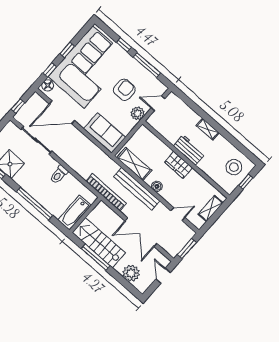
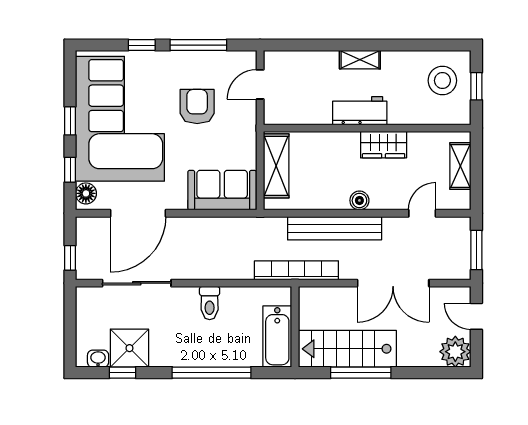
plant: (138, 113) -> (244, 123), removed
shelving: (134, 164) -> (276, 166), moved, turned 90
wardrobe: (179, 165) -> (384, 145), moved
plant: (131, 273) -> (455, 352), moved

